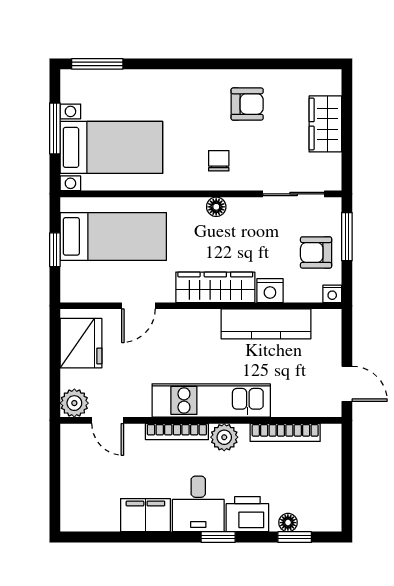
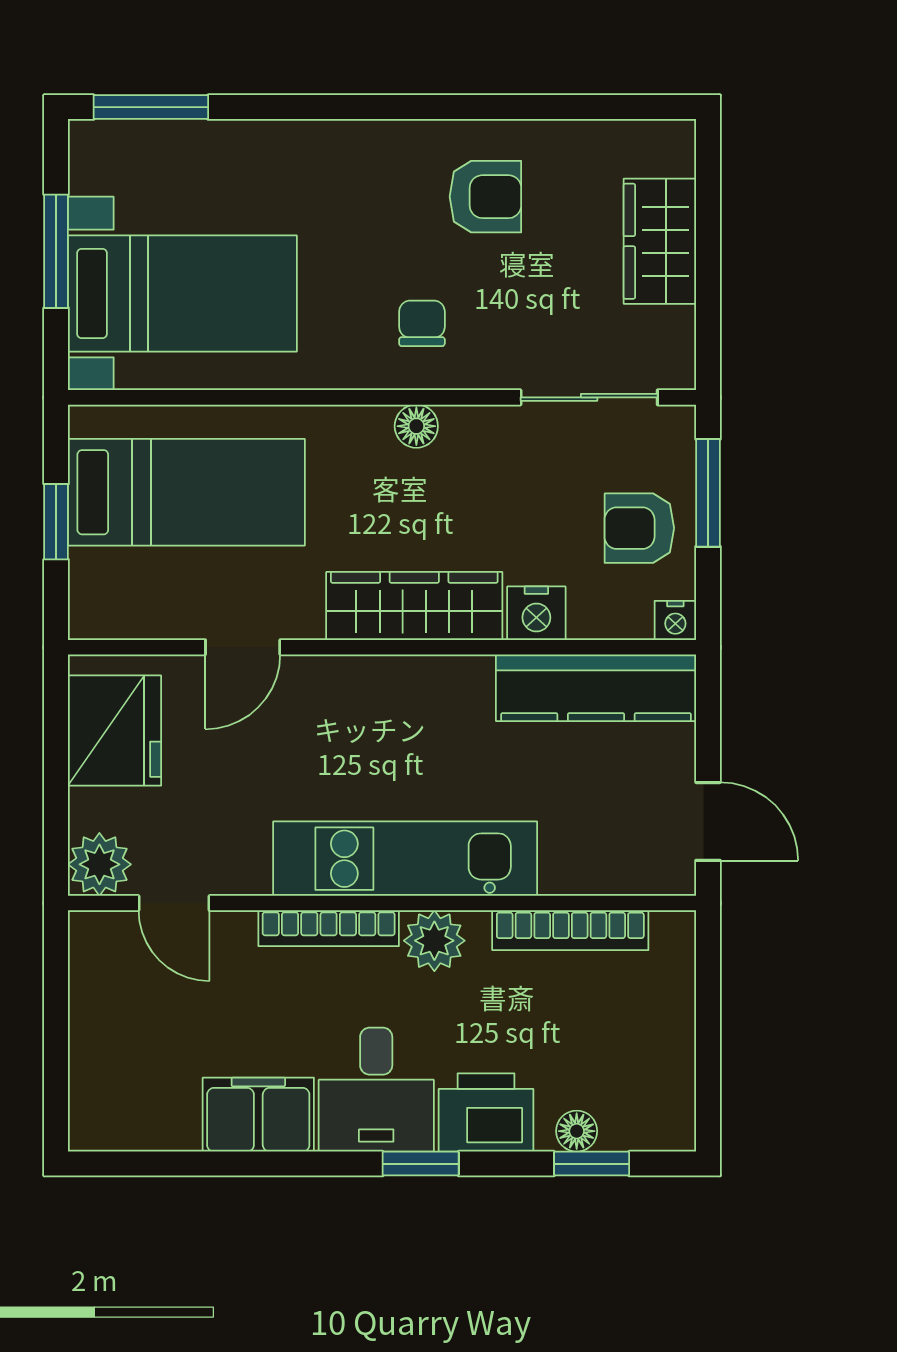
kitchen counter: (266, 324) -> (596, 688), moved

